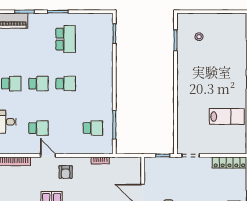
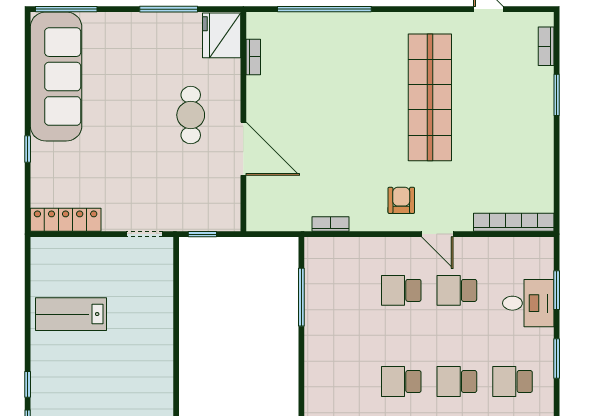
school desk: (93, 128) -> (401, 290), moved

